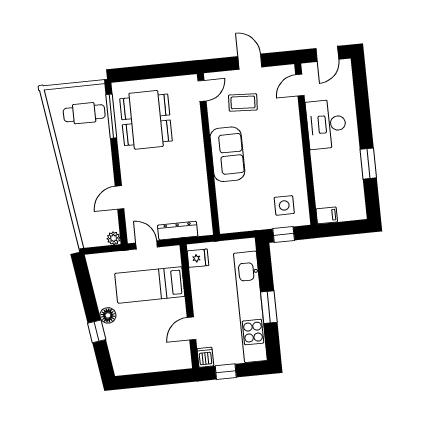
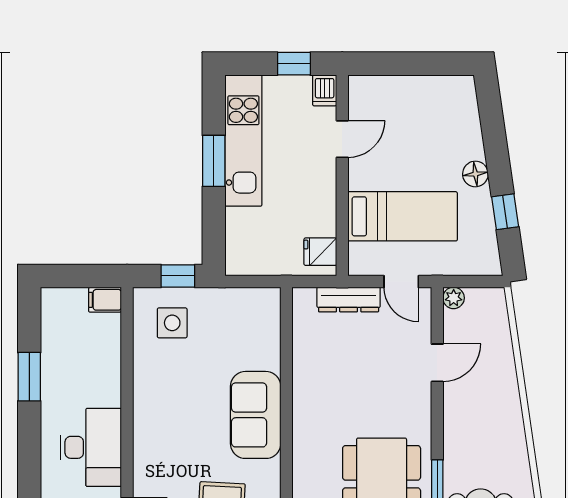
kitchen unit: (250, 307) -> (243, 140), width x0.73
window: (97, 331) -> (505, 212), moved

